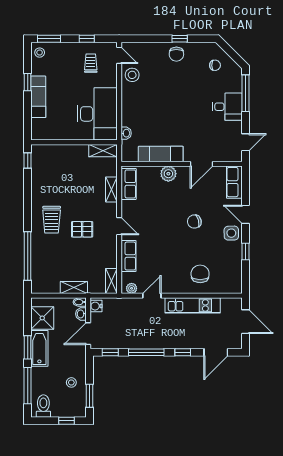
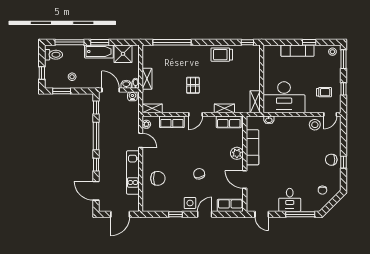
trolley: (52, 220) -> (222, 55), moved

